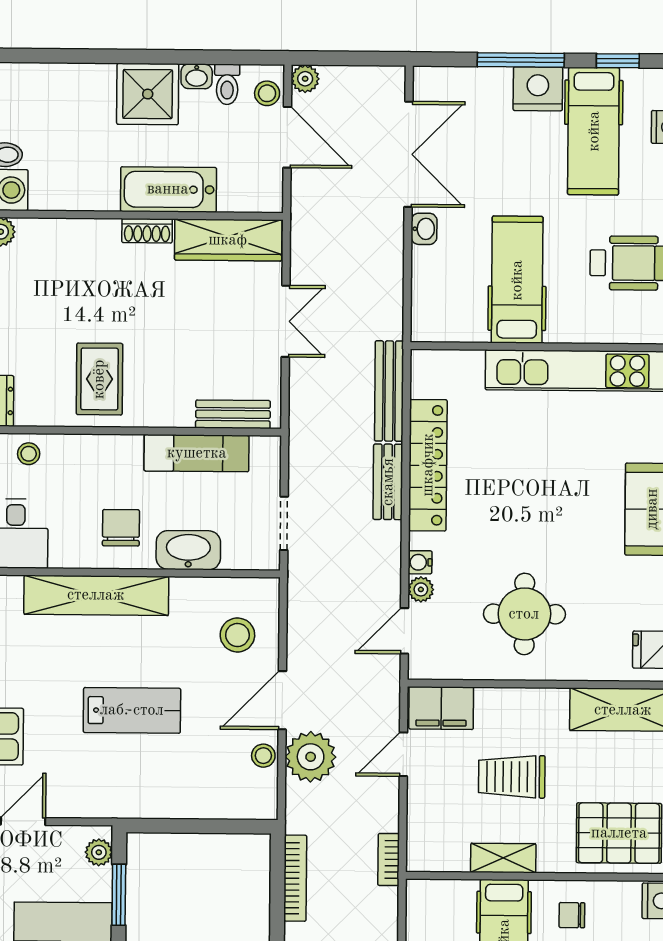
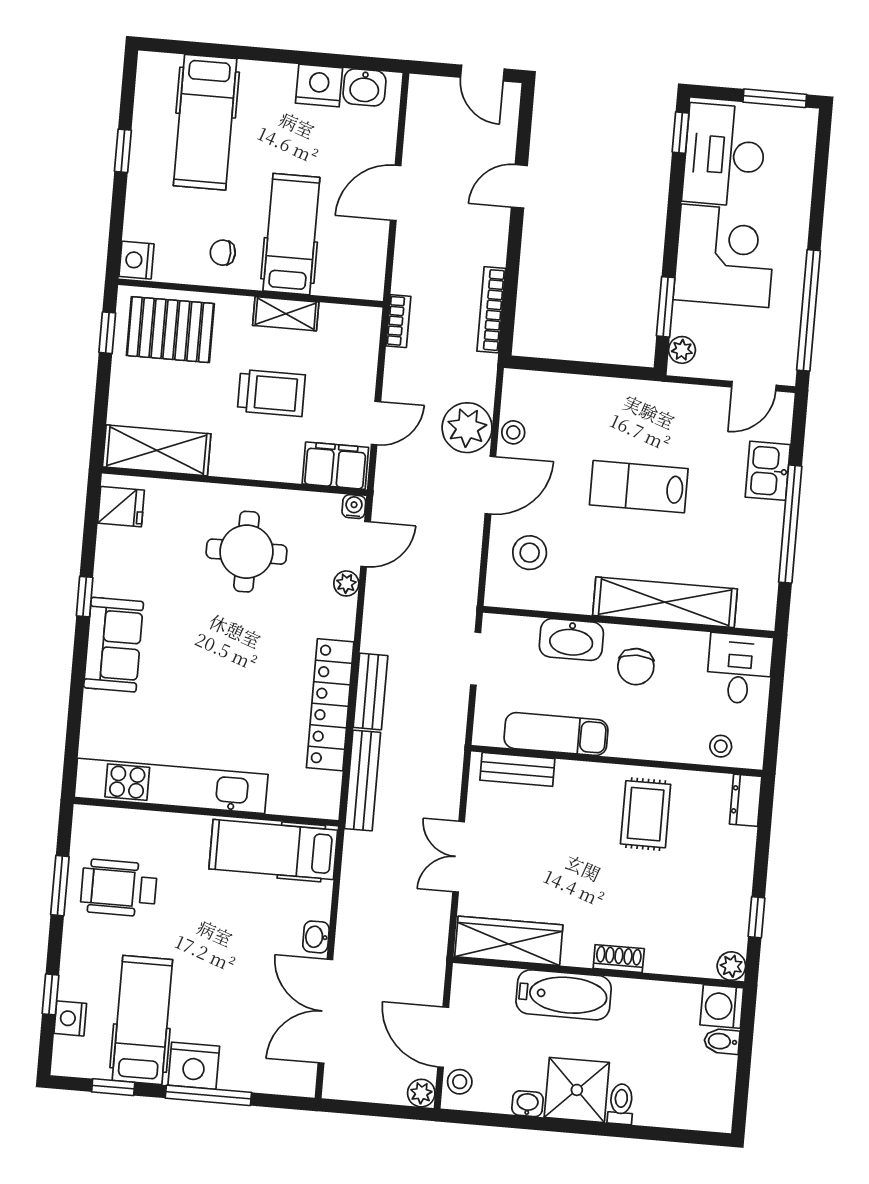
toilet: (227, 84) -> (621, 1104), moved
shoe rack: (147, 231) -> (619, 959), moved
hospital bed: (517, 280) -> (273, 849), moved, turned 90
water cooler: (420, 562) -> (354, 507), moved, turned -90
chair: (572, 915) -> (223, 253), turned 180

